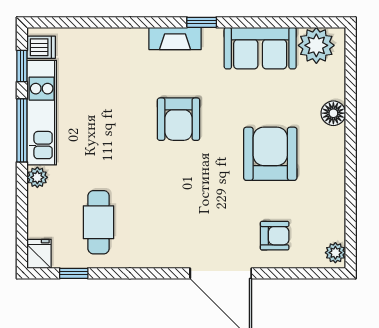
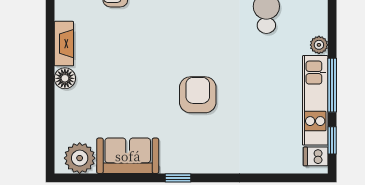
fireplace: (175, 38) -> (64, 44), moved, turned 90
floor lamp: (333, 113) -> (65, 78), moved
armchair: (270, 154) -> (119, 65), removed

